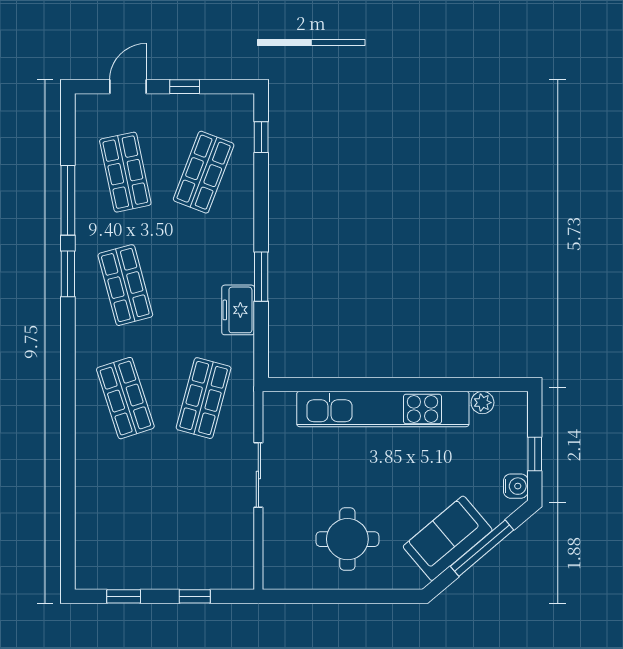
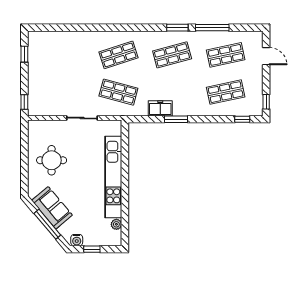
window: (185, 87) -> (266, 102), moved
shop shelf: (204, 172) -> (226, 92), turned -33
window: (195, 596) -> (24, 102), moved

